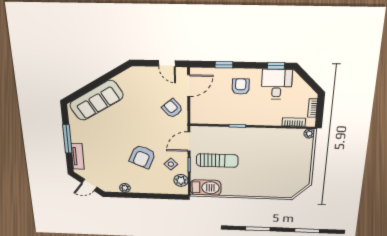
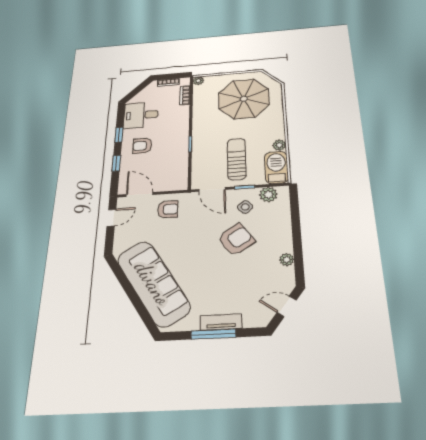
window: (276, 66) -> (119, 135), moved
sofa: (96, 100) -> (153, 283), width x1.36, depth x1.27
armchair: (172, 108) -> (168, 209), turned -139
tv unit: (78, 156) -> (221, 322), moved
armchair: (142, 157) -> (236, 240), turned -57
parasol: (280, 169) -> (244, 99), added
door: (89, 185) -> (287, 306), swing flipped
plant: (227, 191) -> (279, 145), added

